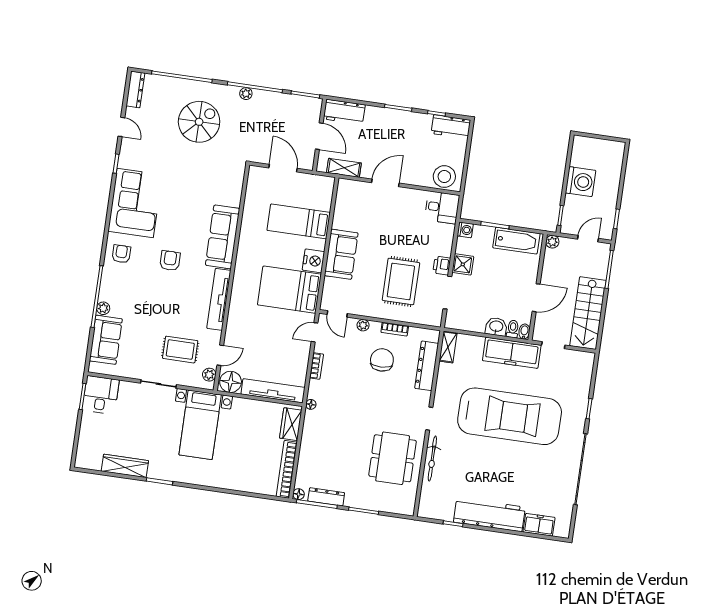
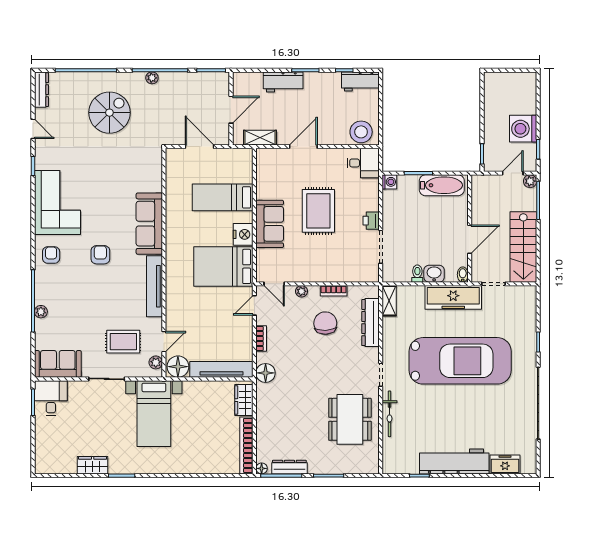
workbench: (344, 112) -> (283, 82), moved
door: (319, 136) -> (231, 110), hinge flipped
washing machine: (581, 182) -> (523, 129), moved, turned 180
plant: (552, 242) -> (530, 181), moved
shower: (463, 264) -> (392, 217), removed
rug: (401, 281) -> (318, 211), moved
toilet: (513, 329) -> (417, 274), moved
sofa: (106, 340) -> (58, 364), moved, turned -90
floor lamp: (311, 404) -> (266, 373), width x1.89, depth x1.89
wardrobe: (125, 466) -> (93, 465), width x0.67

